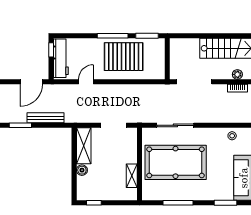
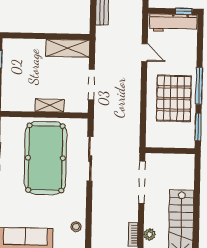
boiler: (82, 170) -> (38, 45), removed
shelving: (132, 176) -> (50, 105), moved

